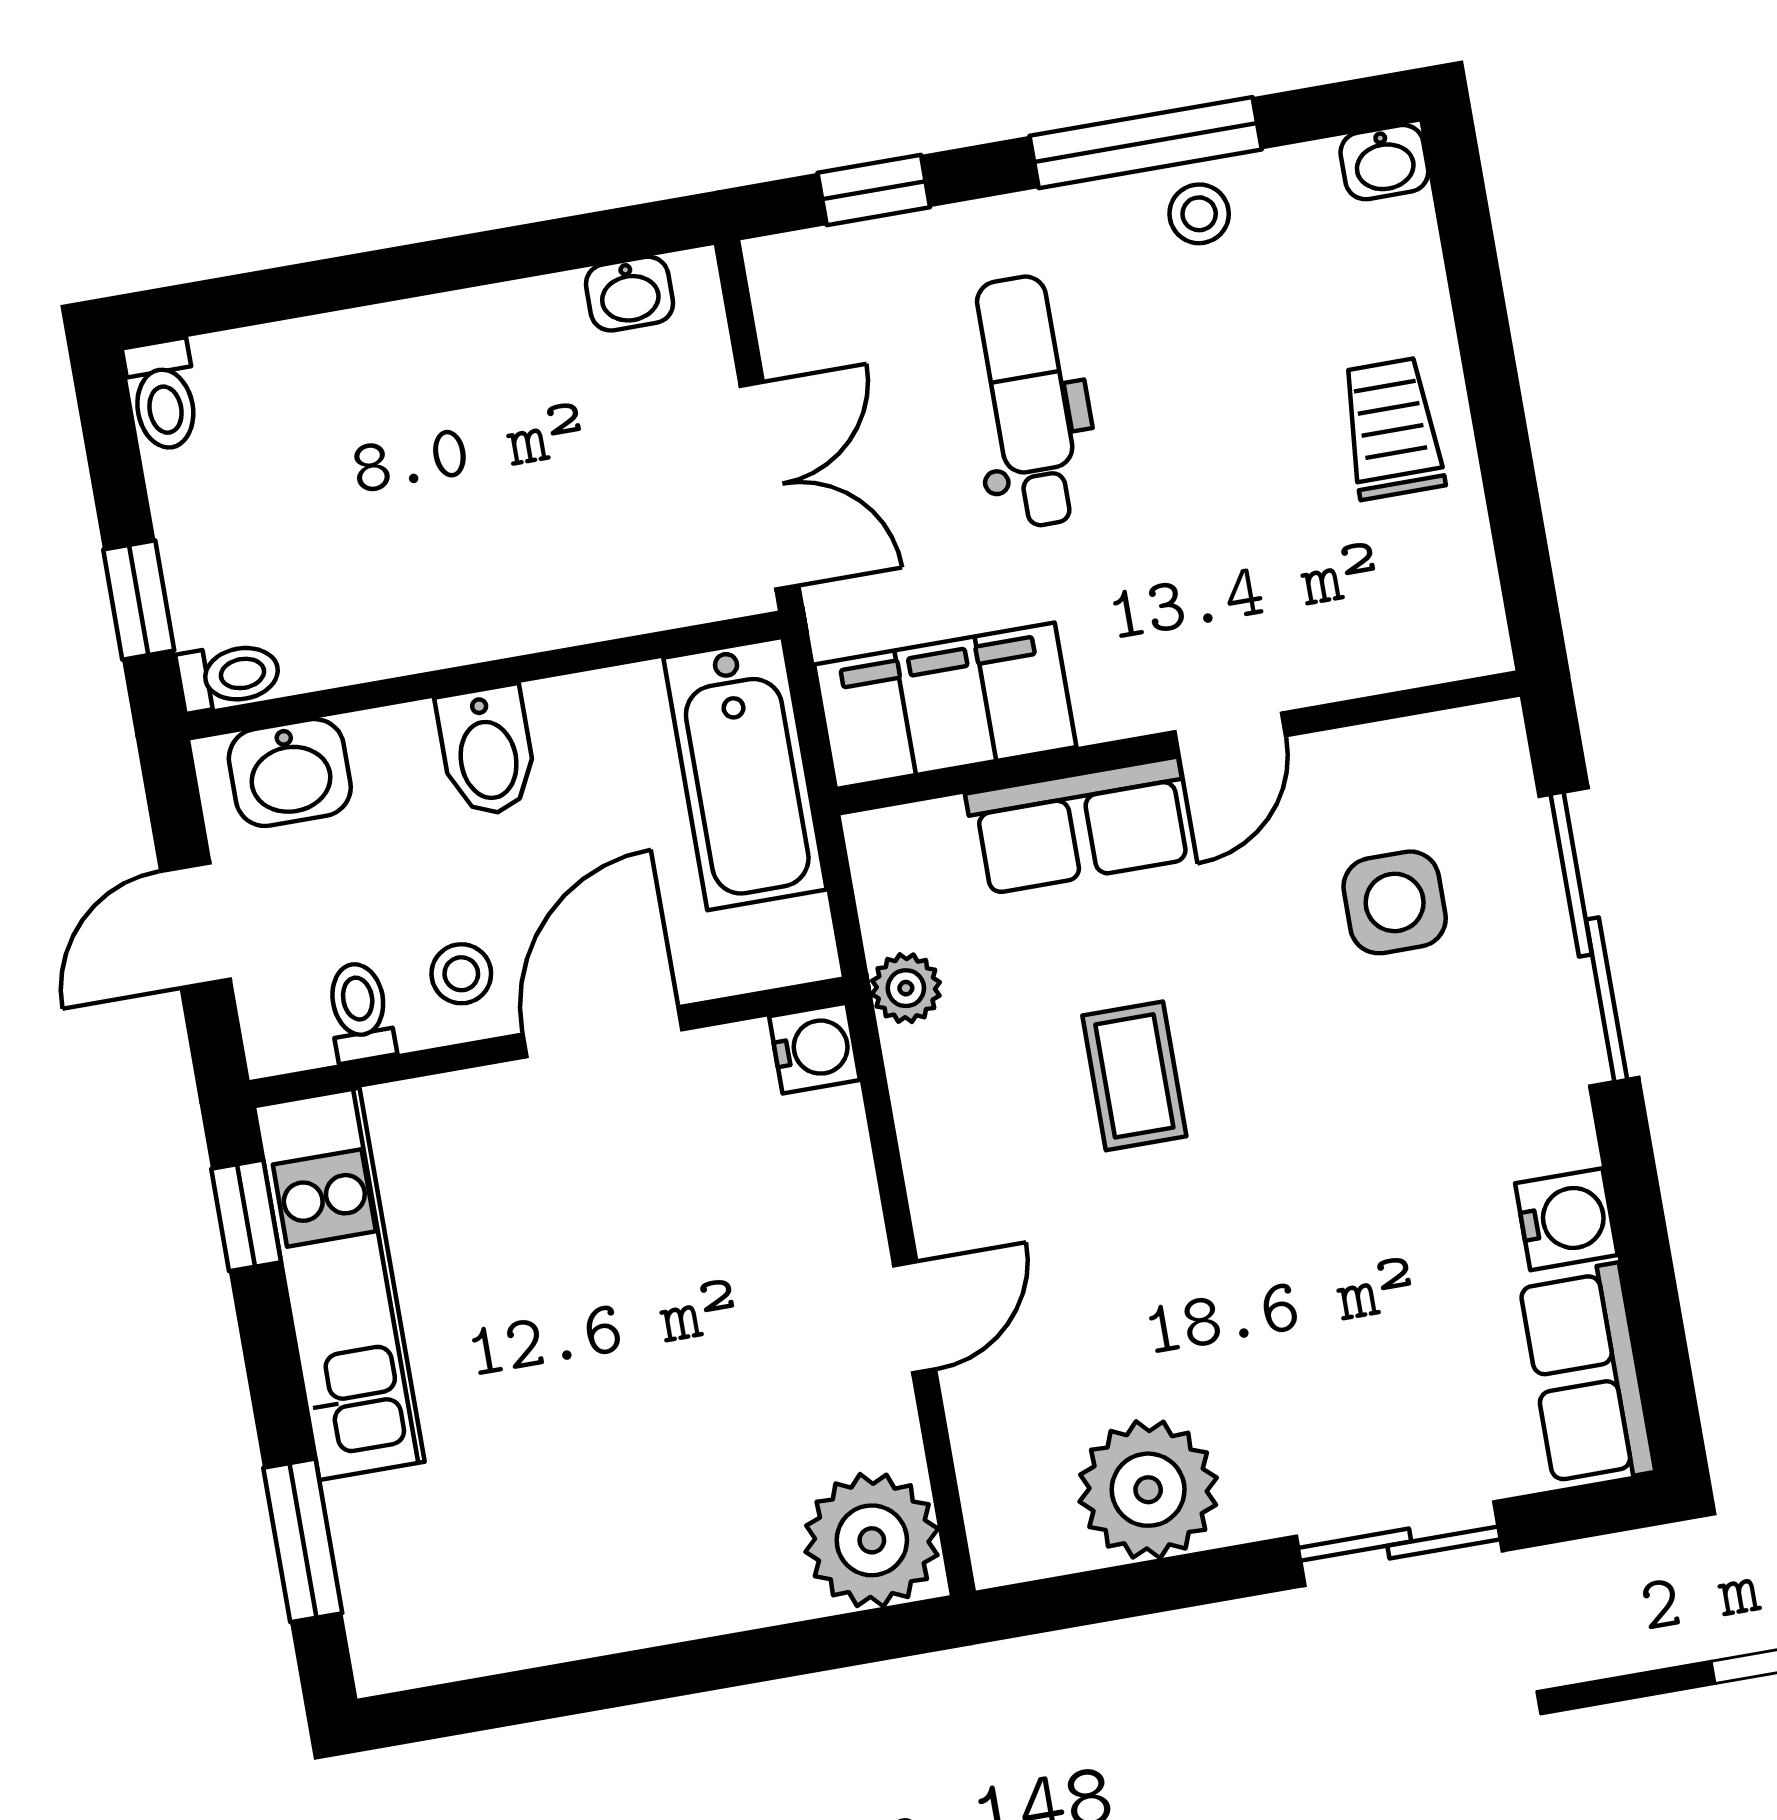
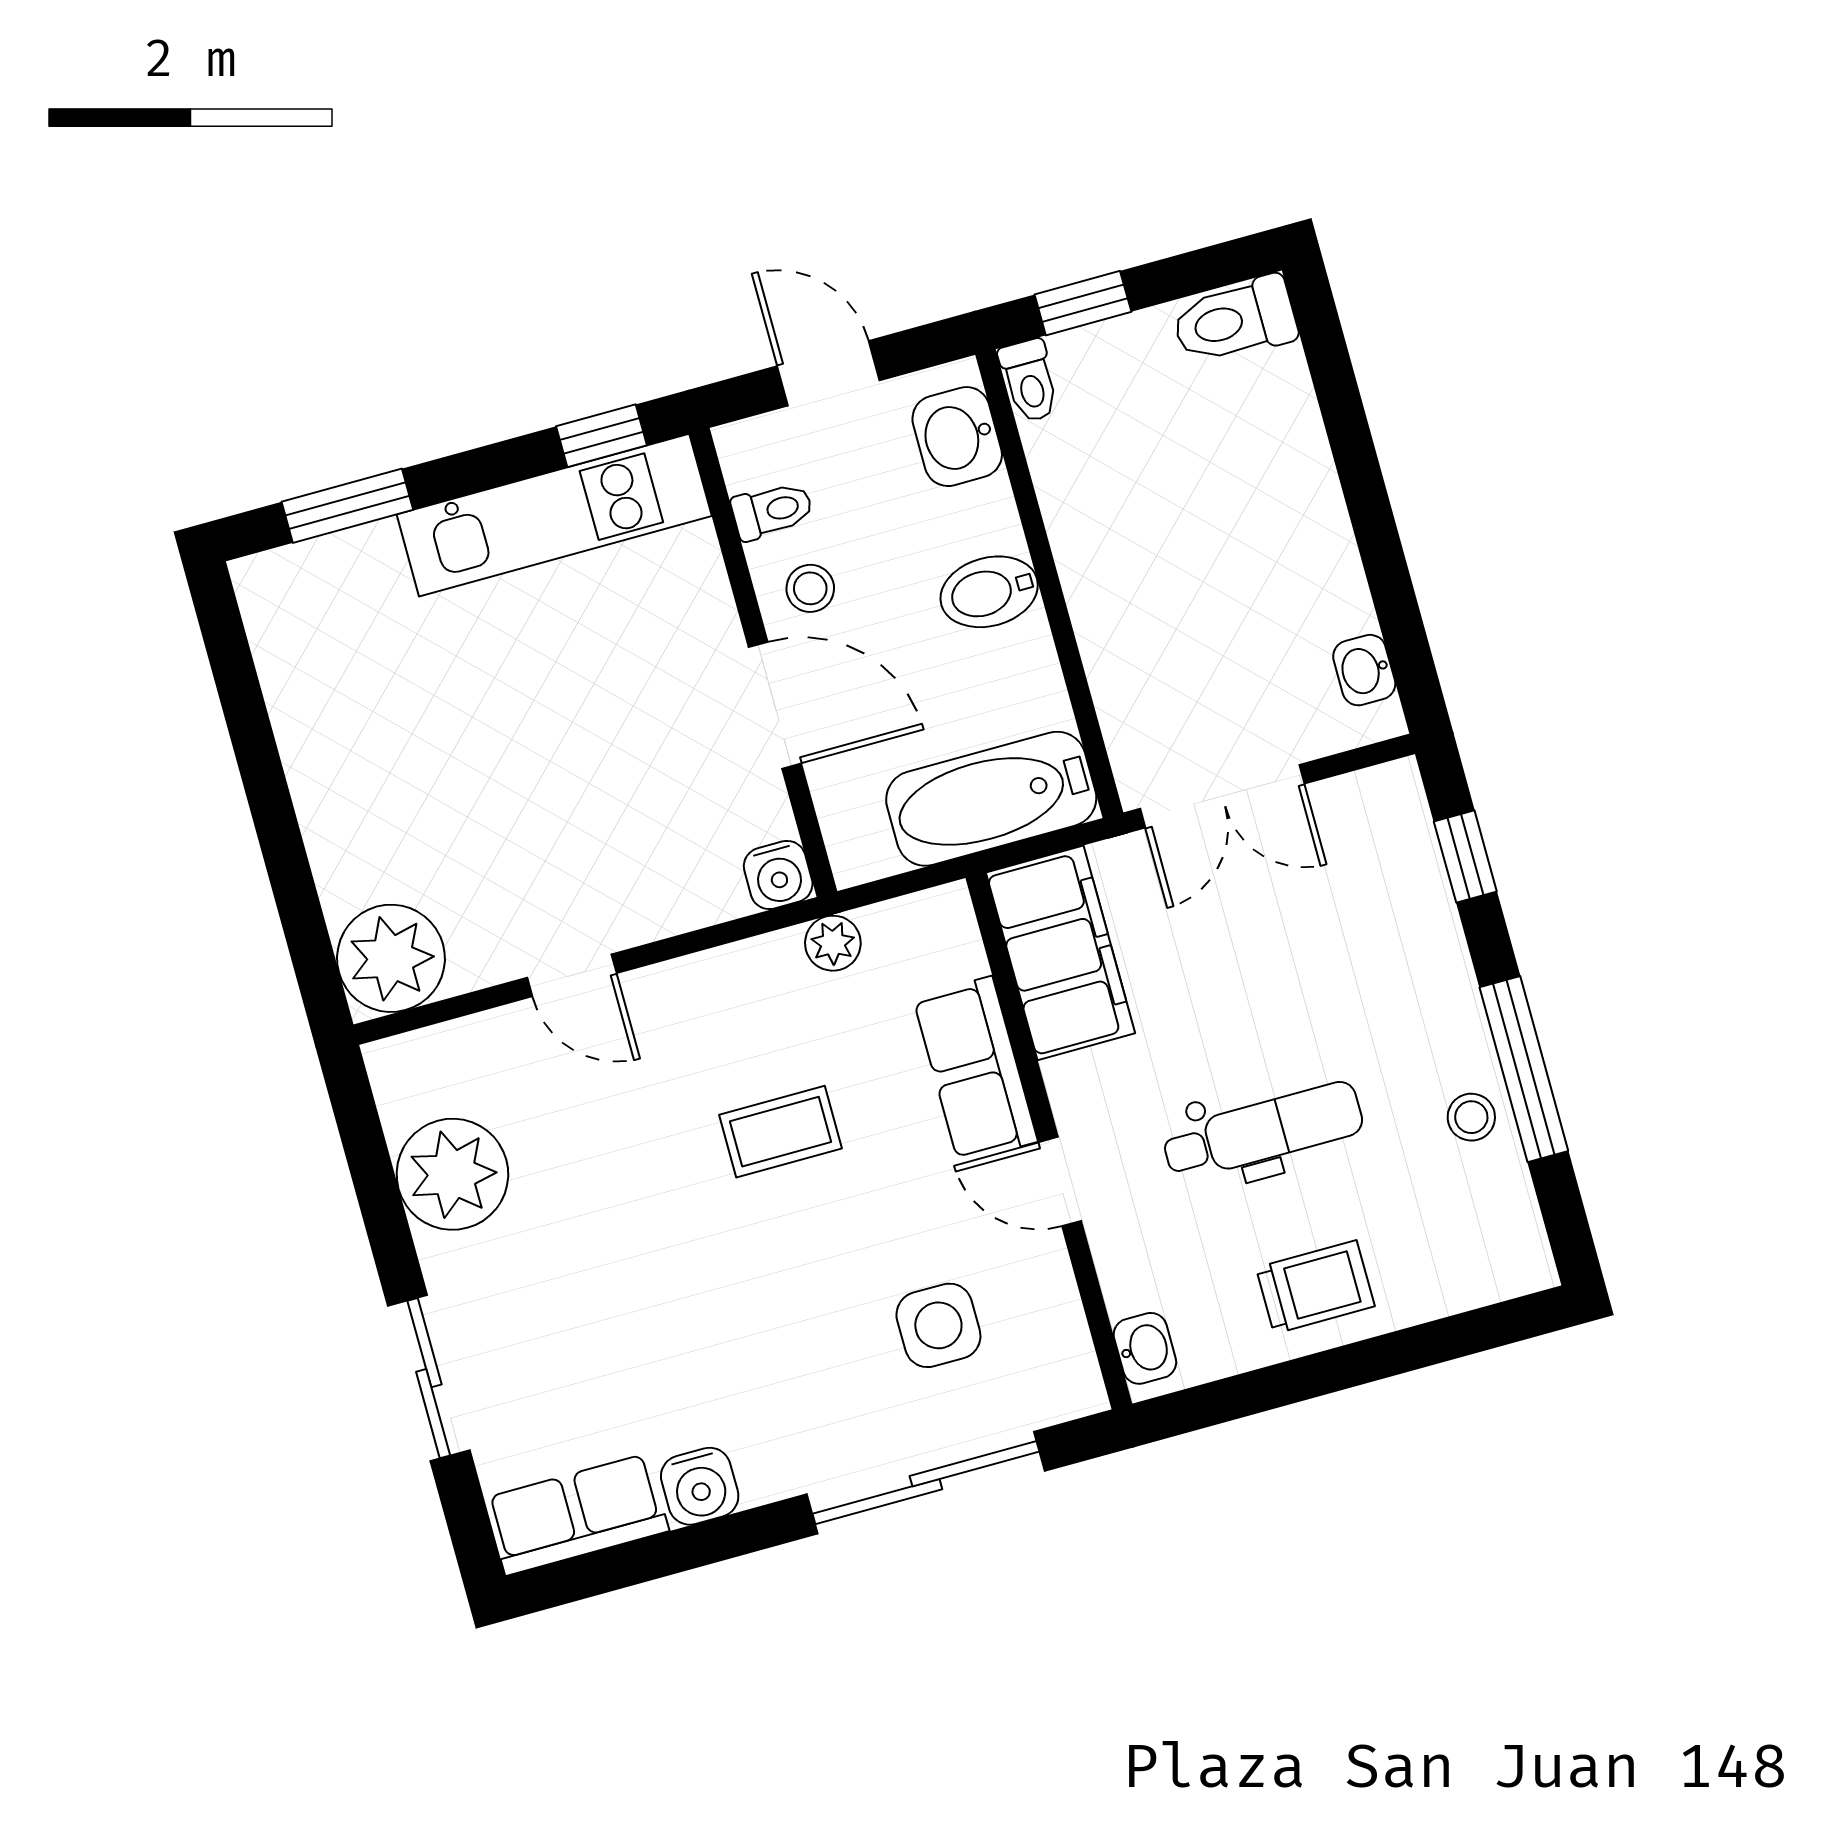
washbasin: (1384, 162) -> (1145, 1348), moved, turned 180
toilet: (163, 395) -> (1235, 320), width x1.37, depth x1.39
dental chair: (1029, 401) -> (1263, 1131), moved

